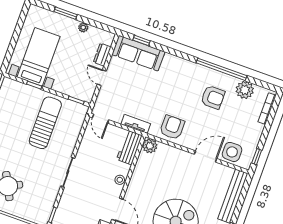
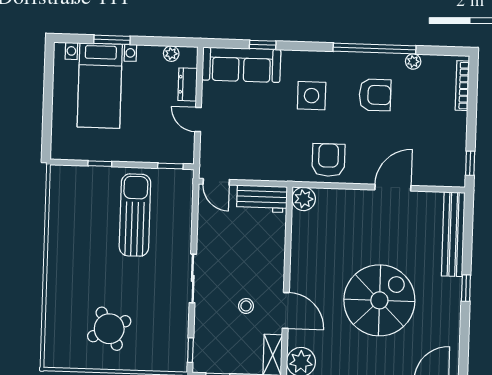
plant: (83, 27) -> (171, 54), moved
window: (141, 40) -> (263, 45), moved
bed with nightstands: (38, 57) -> (100, 86), moved, turned 180
plant: (245, 90) -> (413, 62), width x0.53, depth x0.53
tv unit: (136, 124) -> (272, 173), removed
workbench: (129, 147) -> (262, 199), moved, turned -90
side table: (232, 152) -> (312, 96), moved
stool: (120, 180) -> (246, 306), moved

